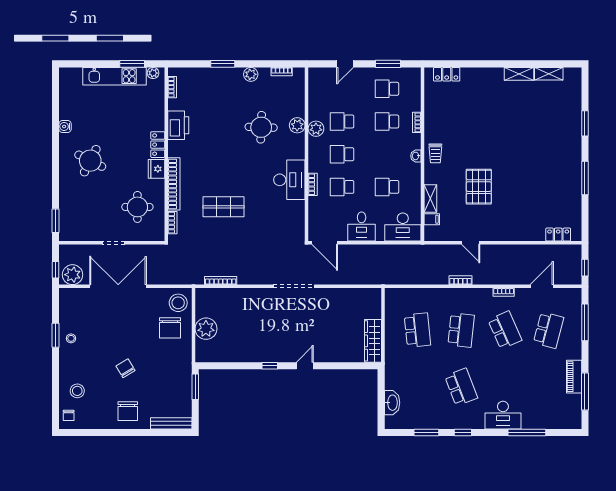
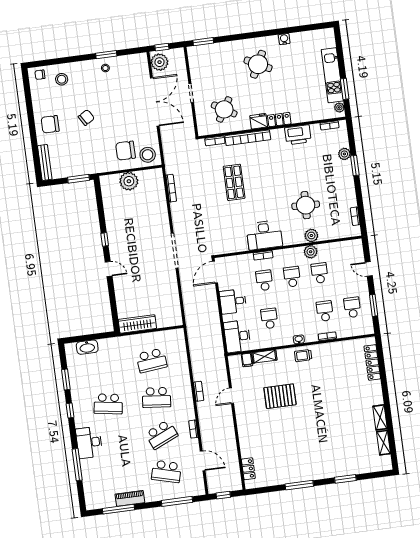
plant: (251, 74) -> (344, 154), moved
locker: (447, 74) -> (372, 362), width x1.53
round table: (137, 207) -> (224, 109), turned 31
school desk: (461, 387) -> (108, 404), turned 30

